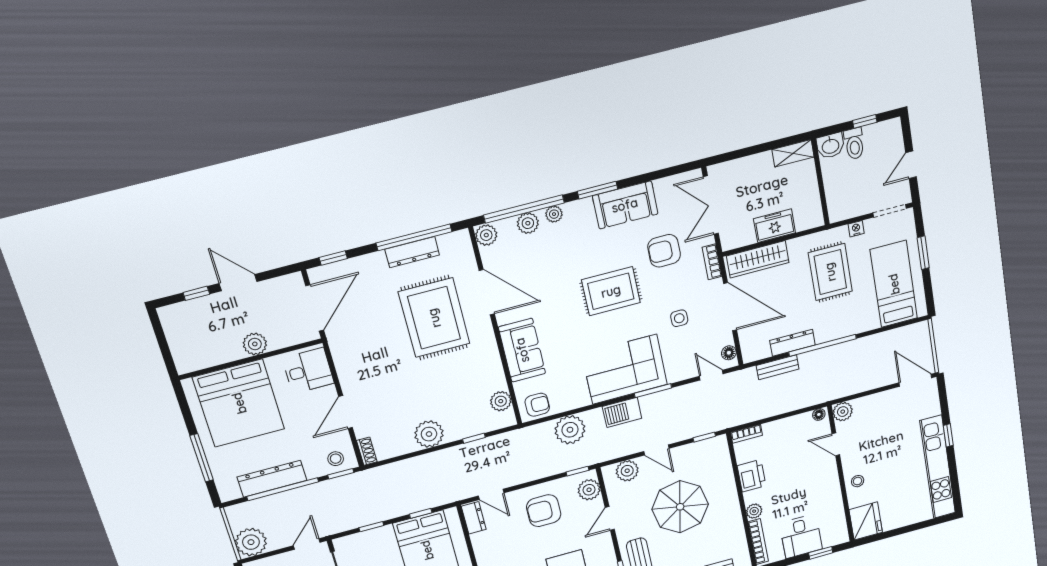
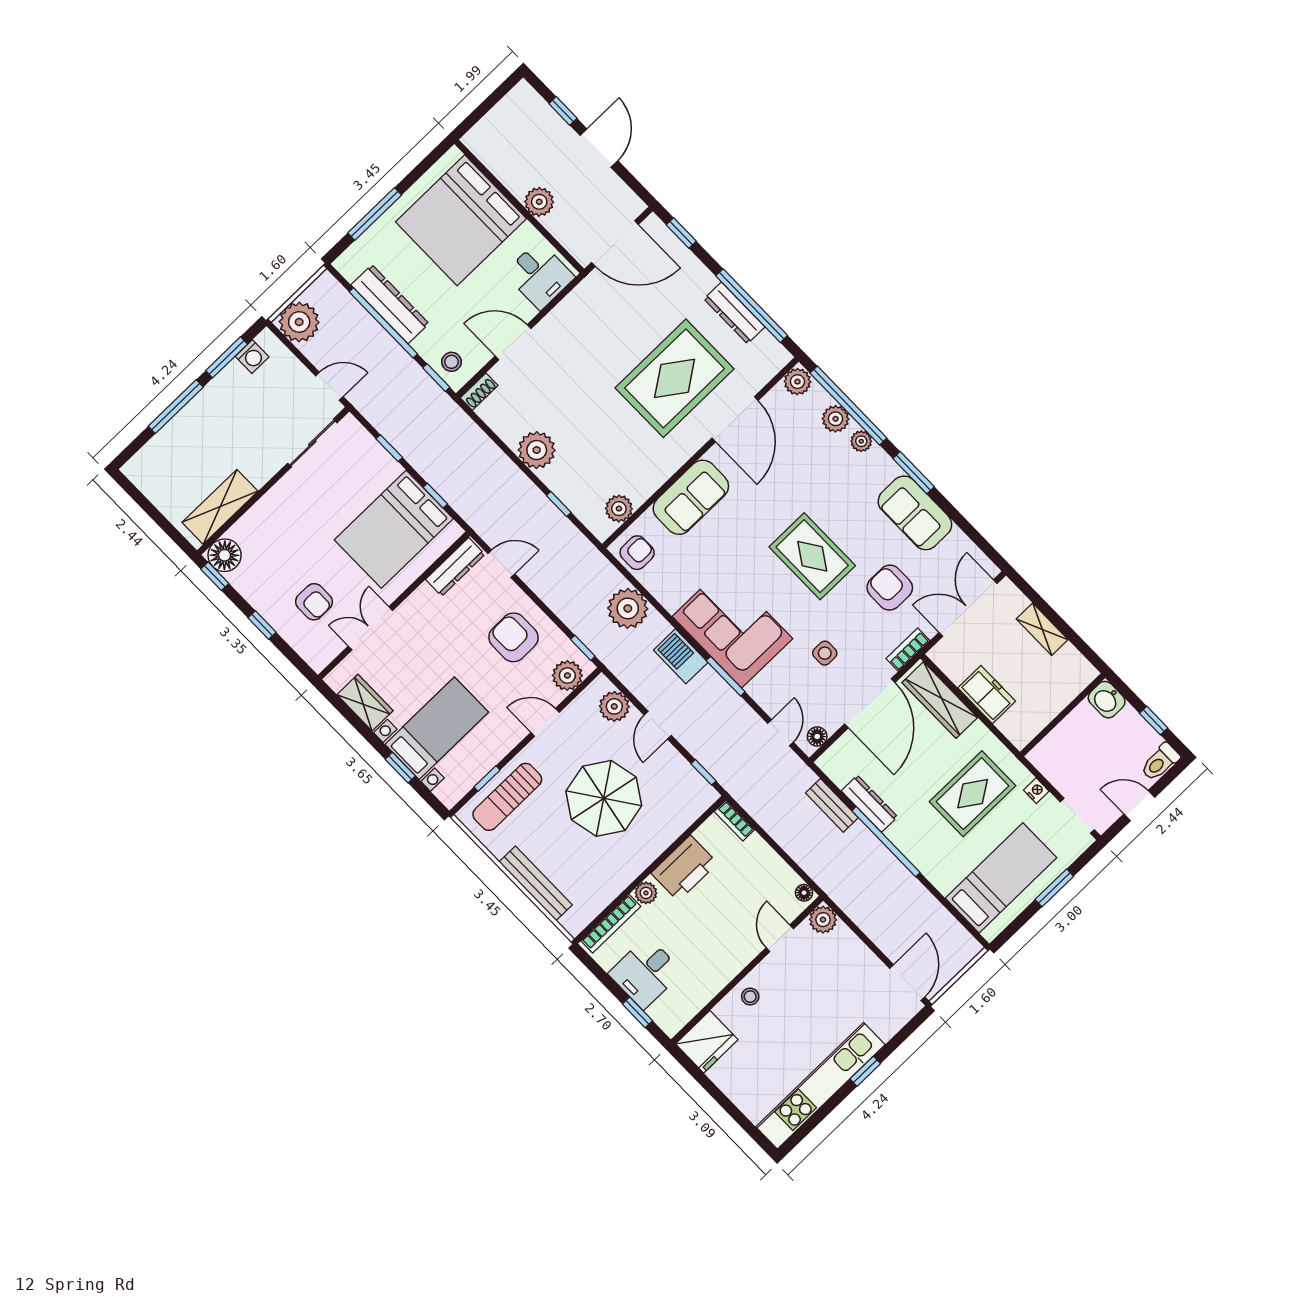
toilet: (854, 144) -> (1160, 762), moved
shelving: (793, 153) -> (1042, 629), moved
armchair: (537, 405) -> (637, 553), turned -90
printer: (752, 476) -> (684, 868), width x1.37, depth x1.19
door: (491, 494) -> (501, 564), swing flipped
dresser: (474, 518) -> (455, 567), width x1.44

